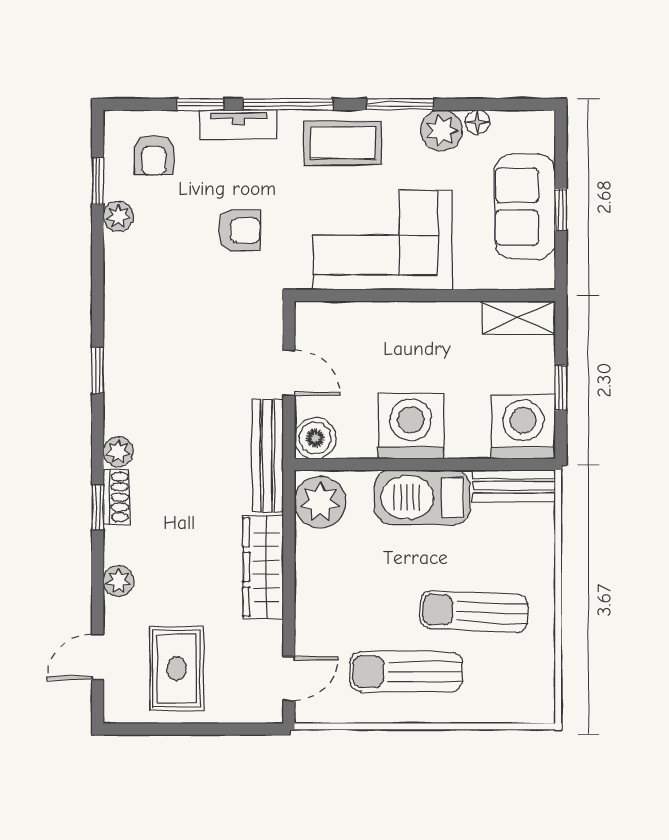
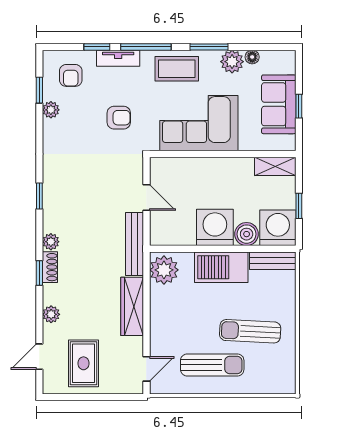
boiler: (315, 438) -> (247, 234), moved
sun lounger: (406, 672) -> (212, 365), turned 180

